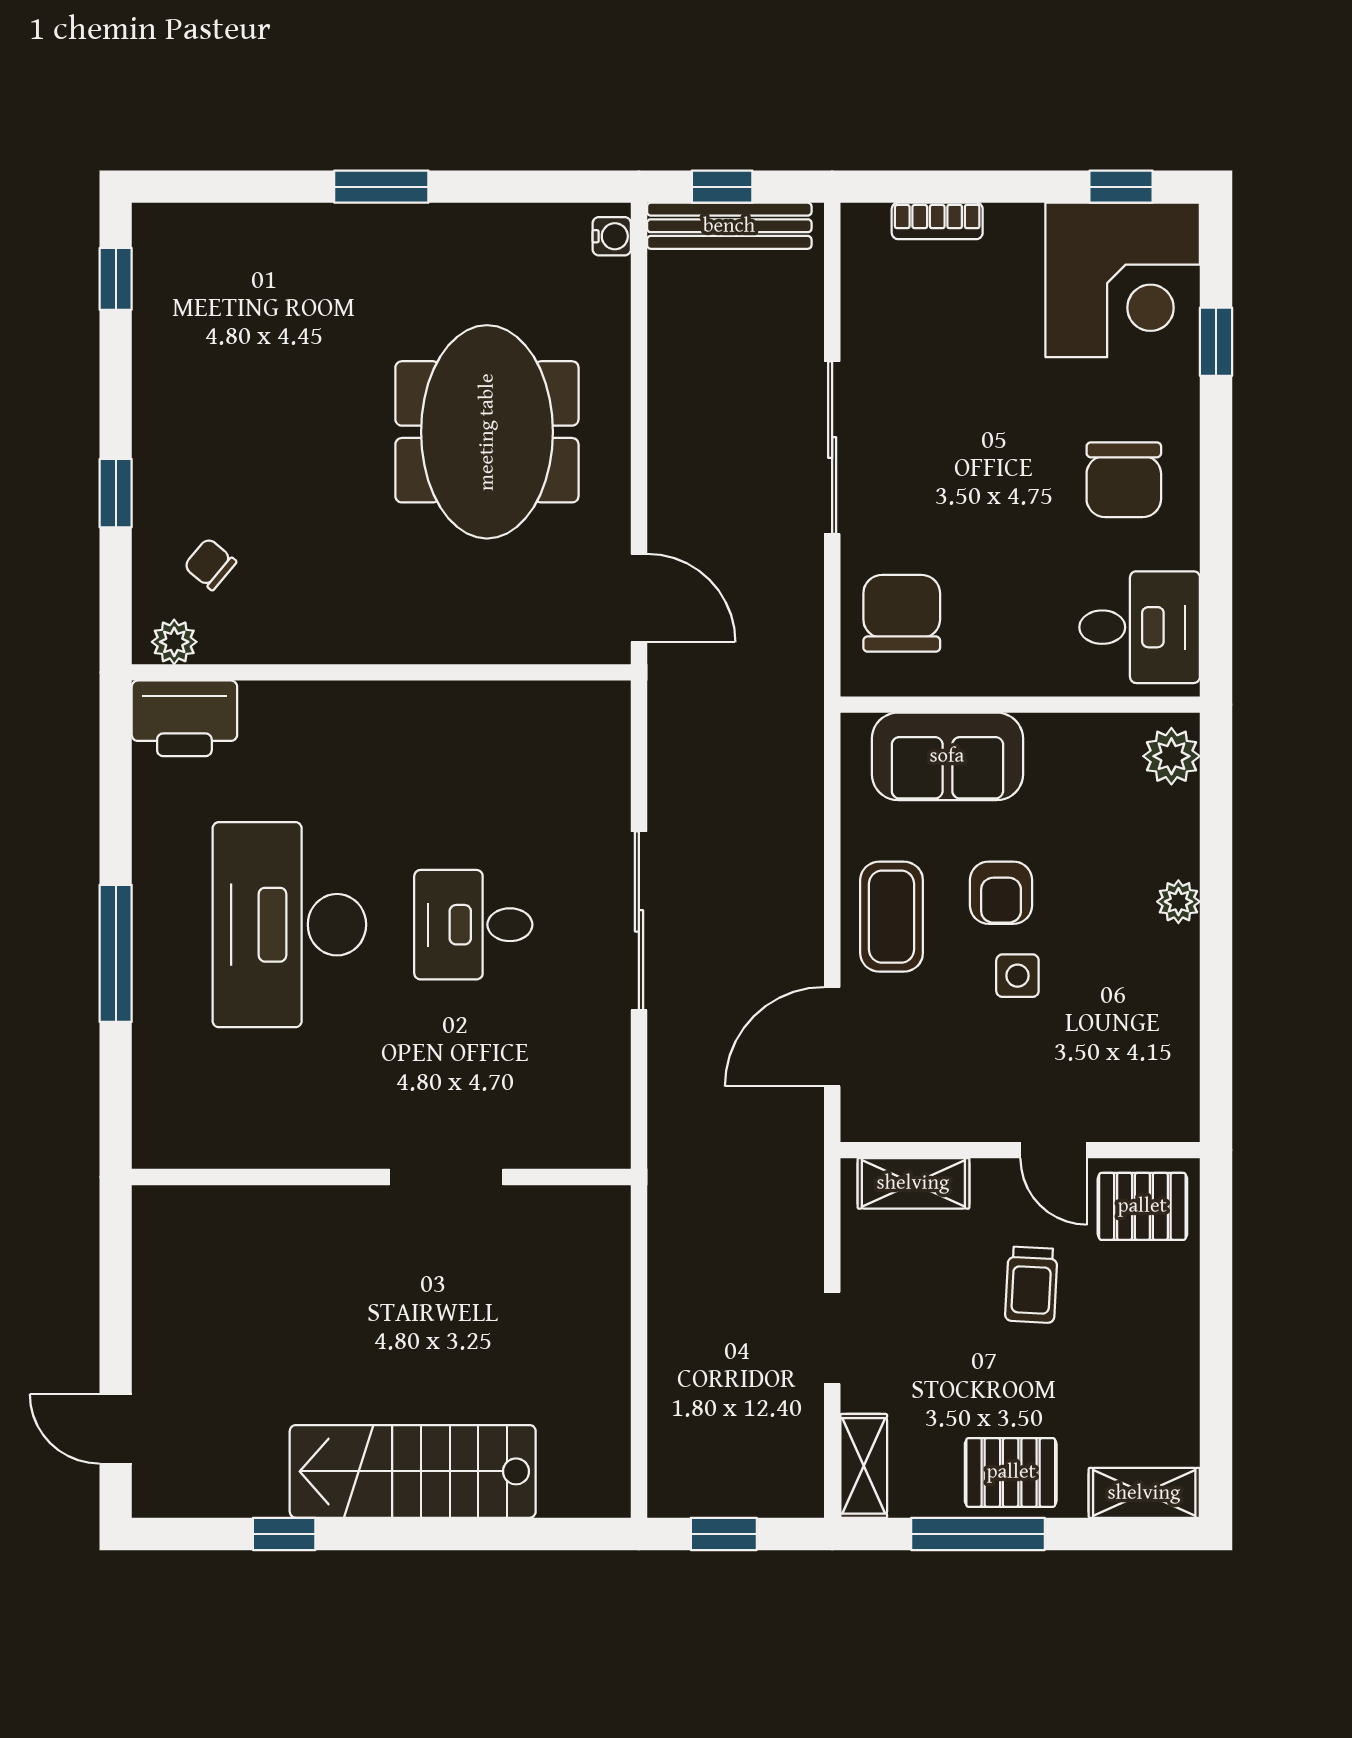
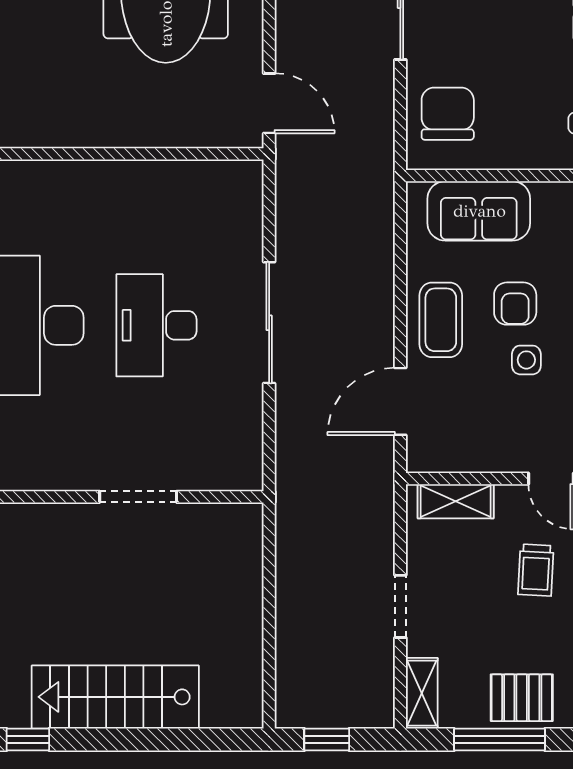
desk: (473, 925) -> (156, 325), width x1.37

